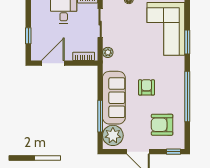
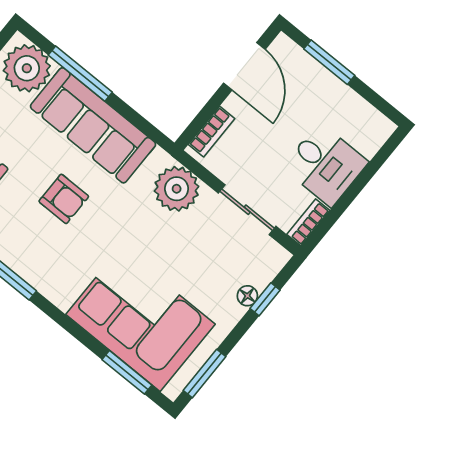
window: (28, 36) -> (329, 62), width x1.50
window: (187, 42) -> (127, 372), moved
plant: (108, 52) -> (177, 189), width x1.88, depth x1.88

